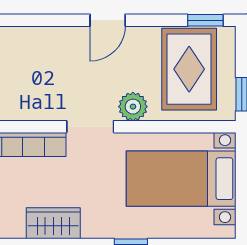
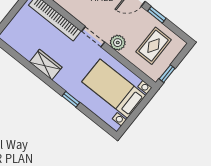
window: (205, 20) -> (157, 15), moved
rug: (189, 69) -> (154, 46), width x0.73, depth x0.70

